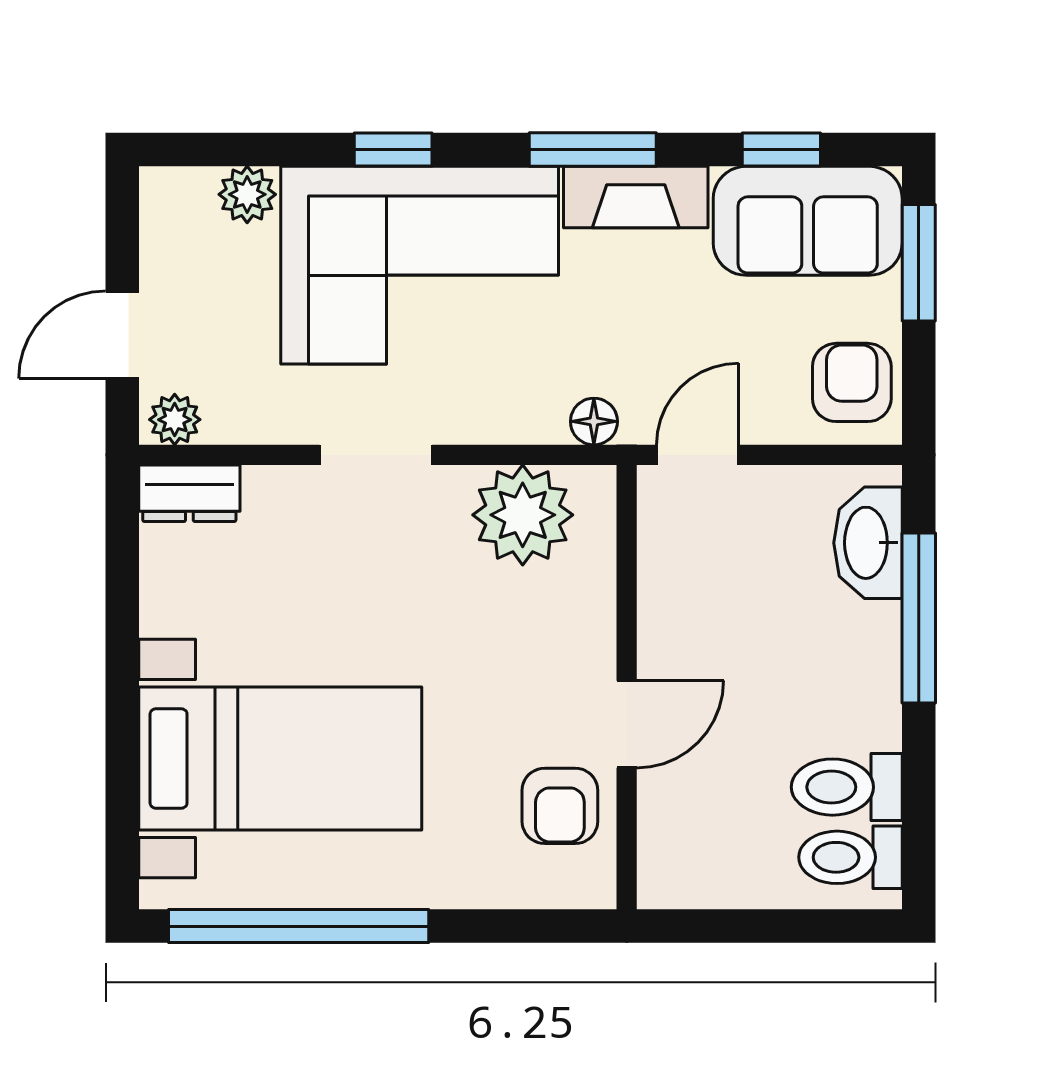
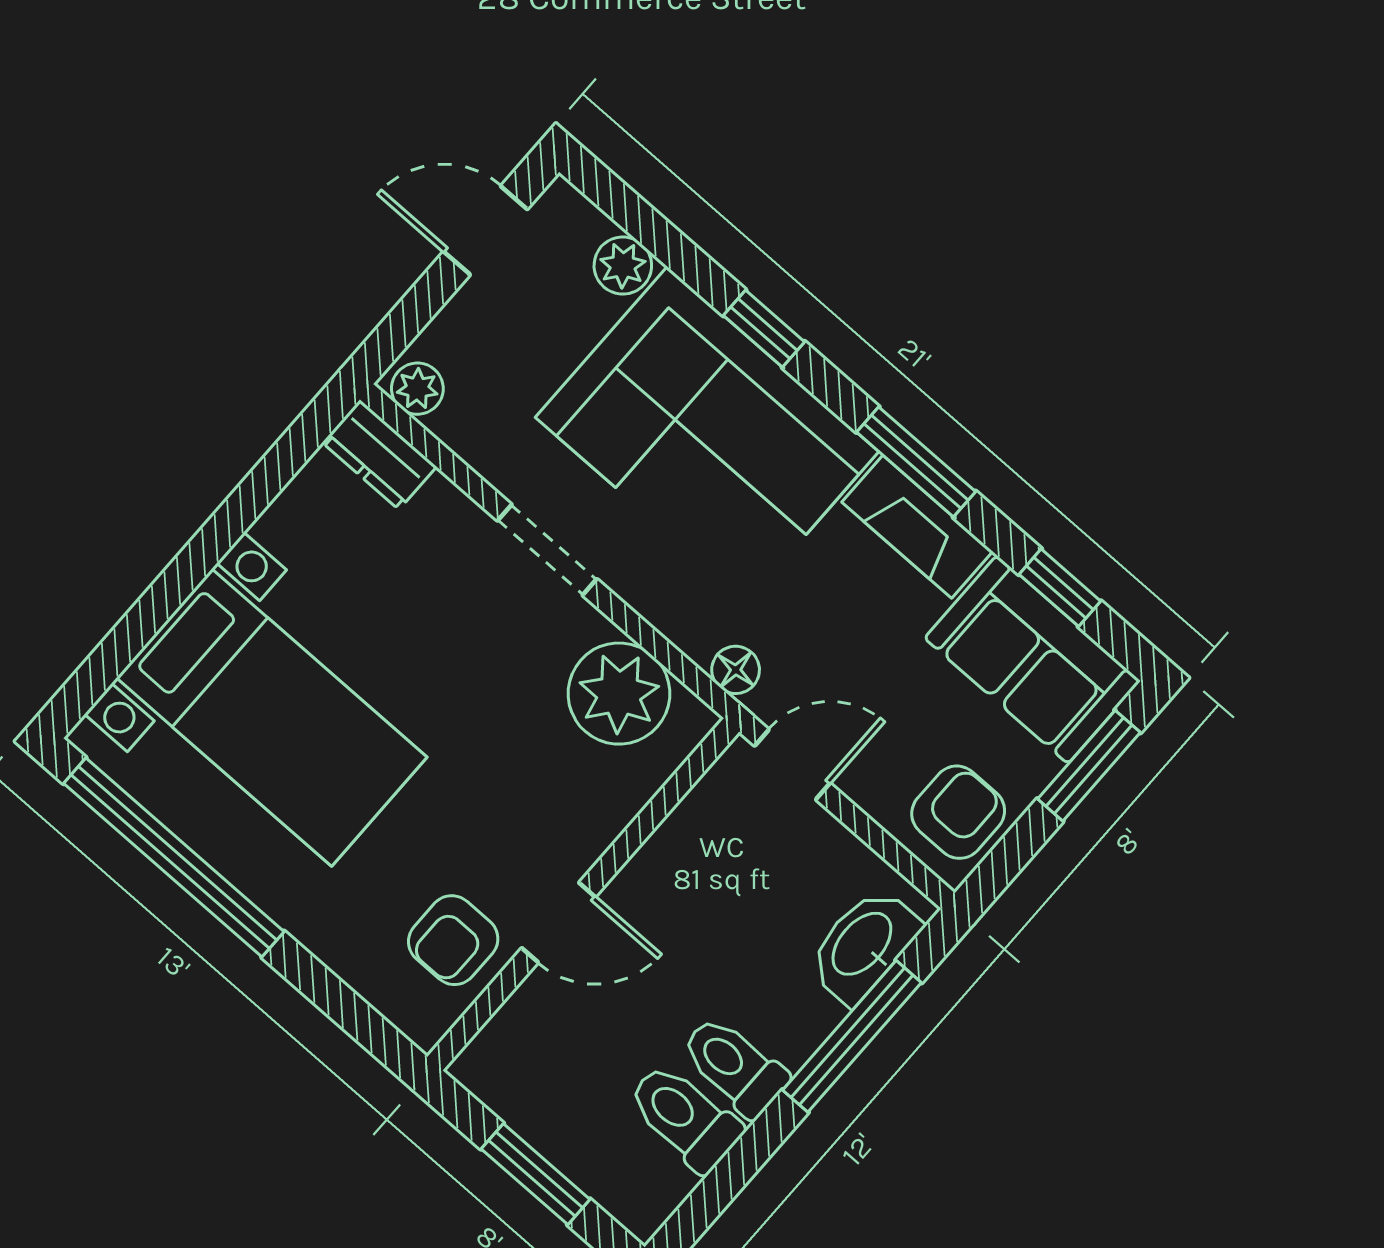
door: (122, 335) -> (485, 230), moved
toilet: (850, 857) -> (734, 1066), moved
window: (773, 926) -> (536, 1174), added

